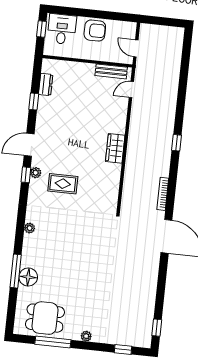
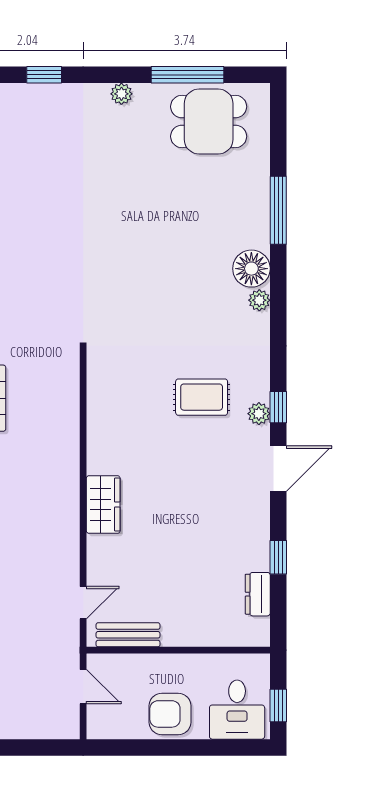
wardrobe: (115, 148) -> (103, 505), moved
floor lamp: (28, 277) -> (251, 269), moved

